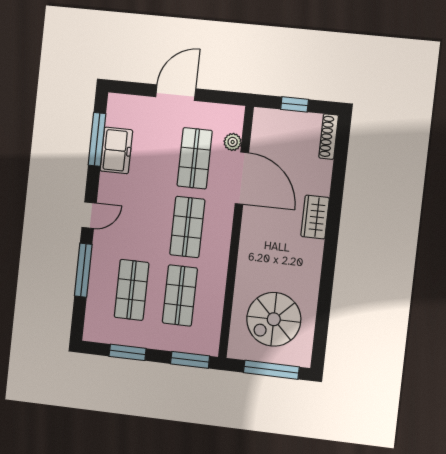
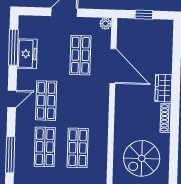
shoe rack: (329, 137) -> (166, 118), moved
plant: (233, 142) -> (105, 24), moved
shop shelf: (187, 227) -> (46, 101), moved
window: (83, 270) -> (10, 155), moved

